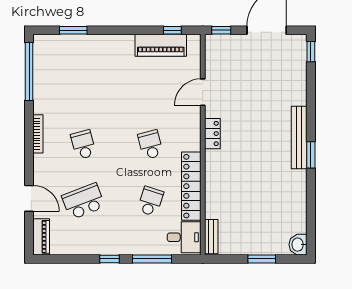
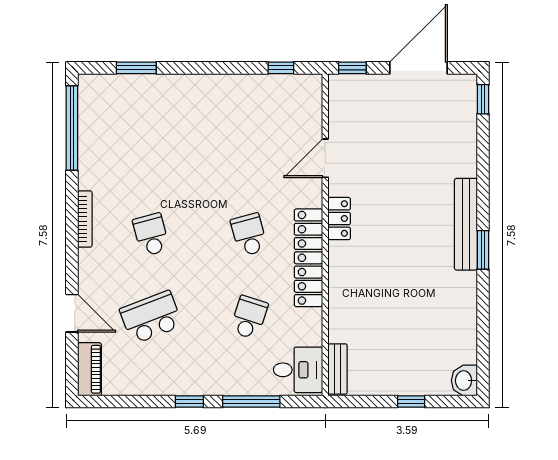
piano: (161, 45) -> (264, 90), removed
locker: (191, 186) -> (308, 258), moved
window: (262, 259) -> (411, 402), width x0.67

